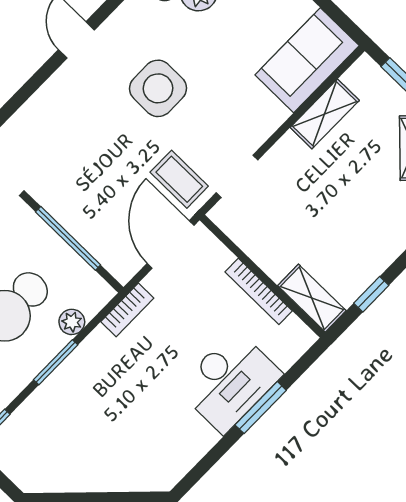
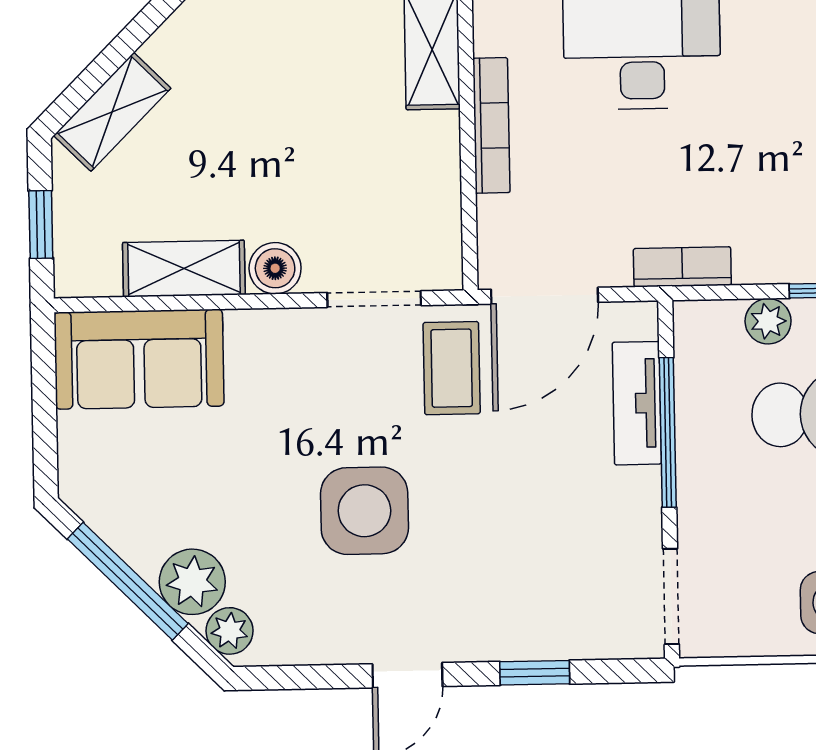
window: (27, 91) -> (535, 673), added
boiler: (289, 150) -> (275, 268), added
tv unit: (92, 238) -> (637, 403), added

